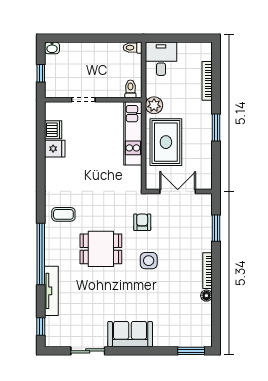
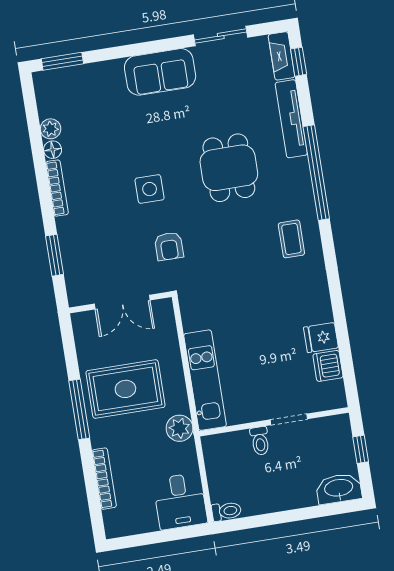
washbasin: (52, 48) -> (339, 489), width x1.91, depth x1.45
toilet: (130, 89) -> (260, 441), moved
window: (216, 127) -> (79, 409), width x1.44
rug: (166, 142) -> (125, 389), moved, turned 90
coffee table: (63, 214) -> (291, 239), turned 90
dining table: (101, 249) -> (229, 168), moved, turned 90
plant: (206, 309) -> (51, 129), added
fireplace: (51, 332) -> (282, 56), added

